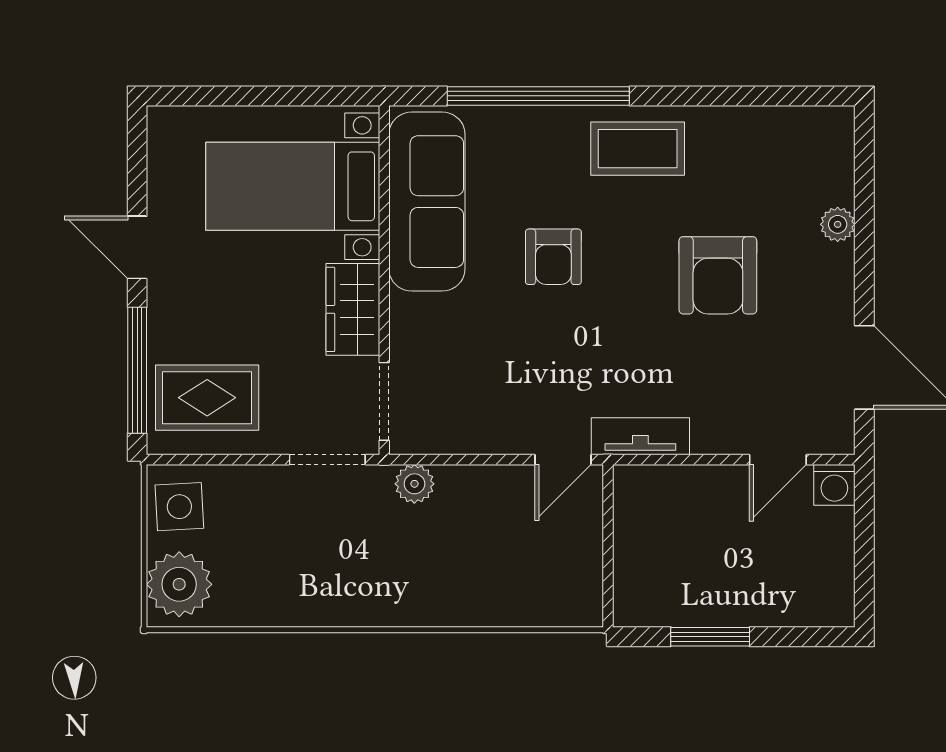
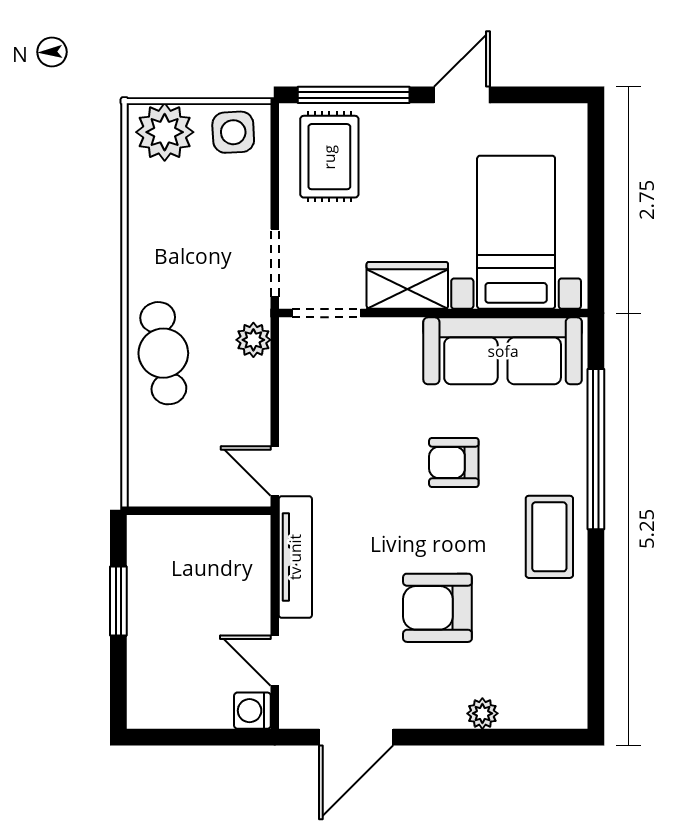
tv unit: (640, 436) -> (295, 557), width x1.41
cafe table: (430, 586) -> (163, 353), added

